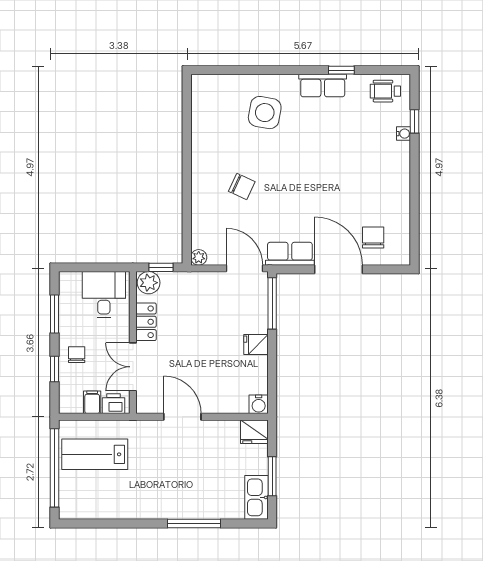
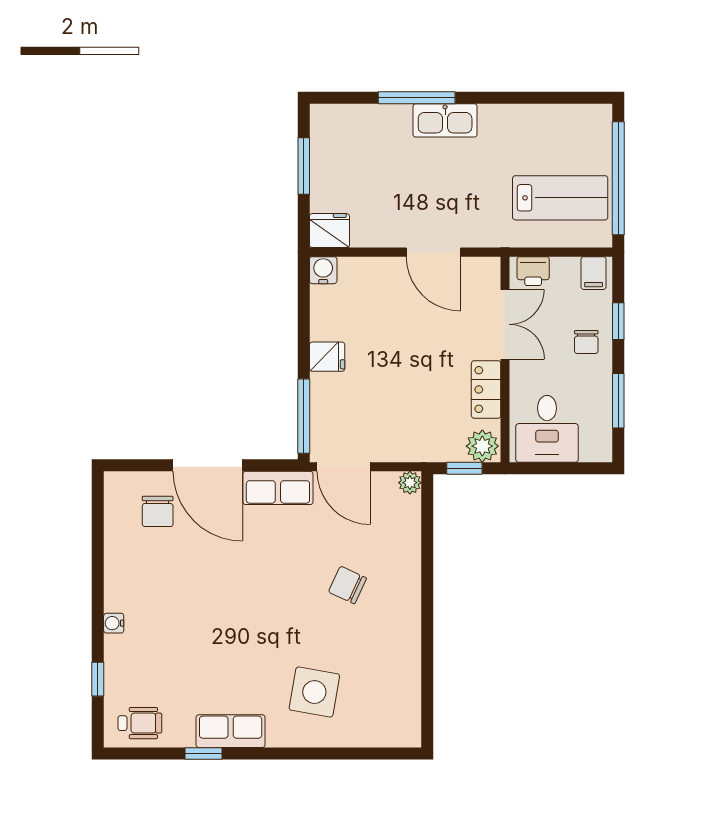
water cooler: (403, 134) -> (114, 623), moved
filing cabinet: (92, 402) -> (594, 273), moved
kitchen sink: (256, 497) -> (445, 120), moved, turned 90

